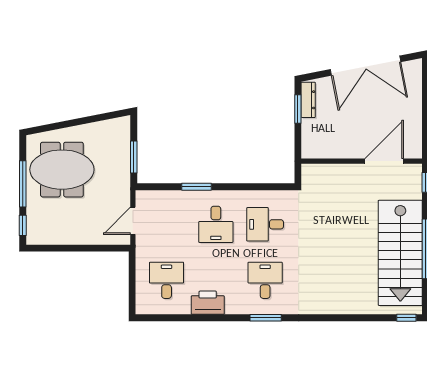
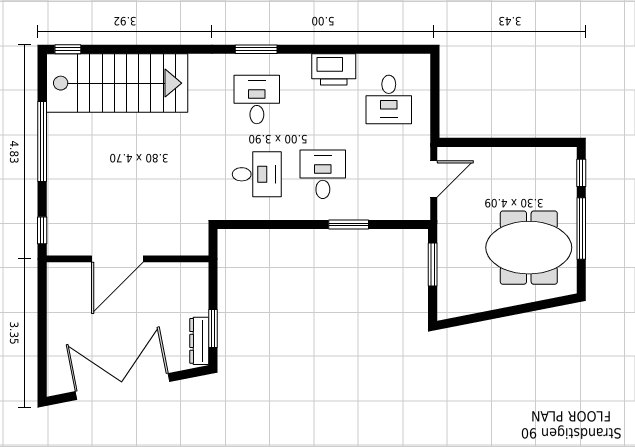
door: (384, 161) -> (117, 259), moved
stairs: (400, 253) -> (117, 83), moved, turned 90
desk: (265, 280) -> (257, 99), turned 180

